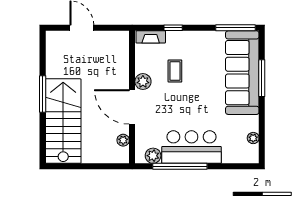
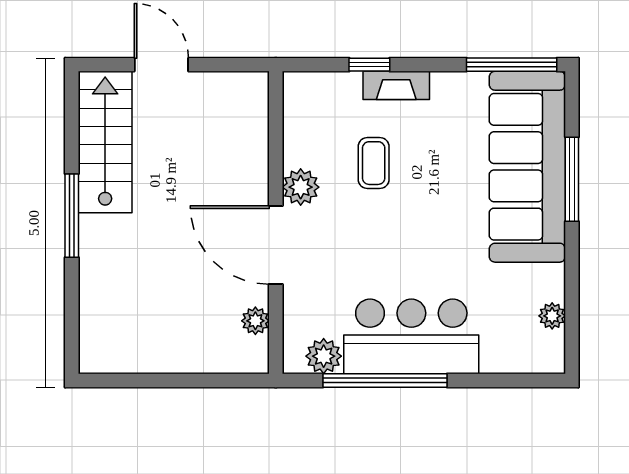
fireplace: (151, 37) -> (396, 85), moved
stairs: (63, 121) -> (105, 142), moved, width x0.73, depth x0.66

